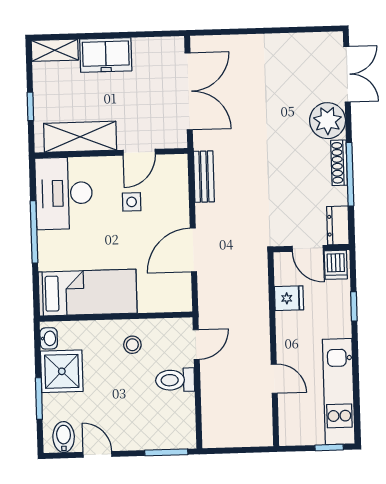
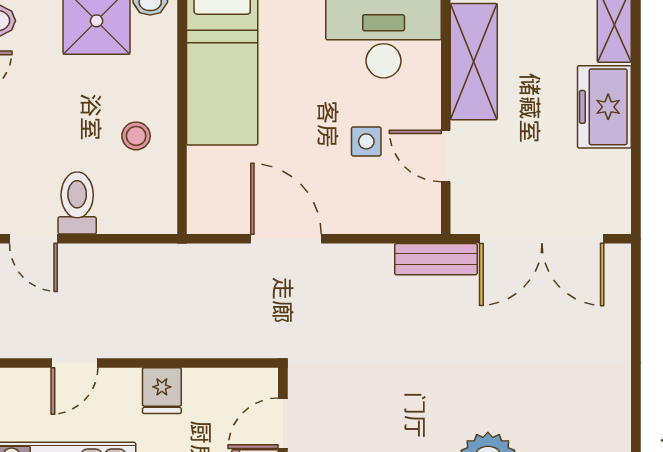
bench: (204, 177) -> (436, 259), moved
fridge: (289, 298) -> (162, 391), moved
door: (196, 345) -> (33, 239), moved

